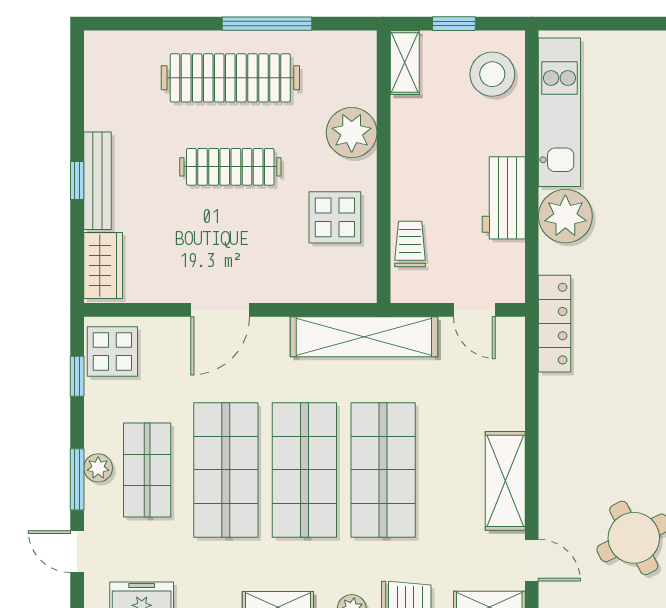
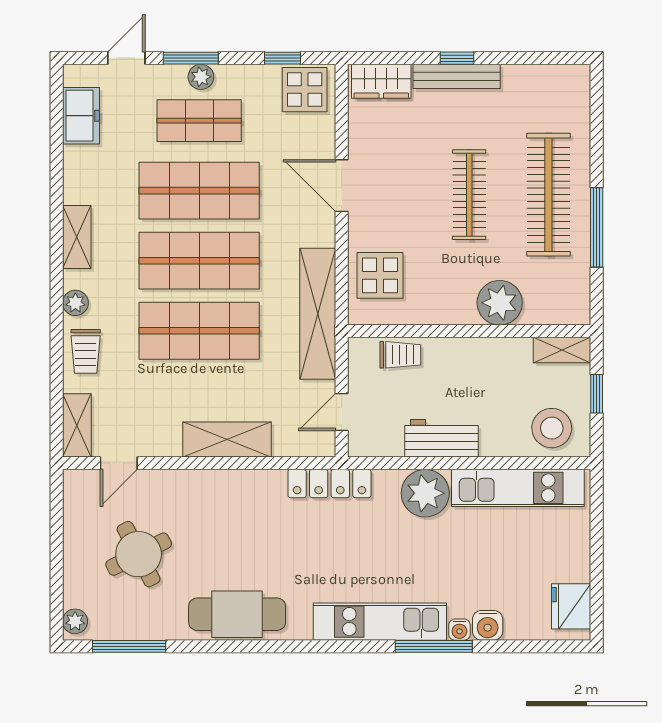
display table: (335, 217) -> (380, 275), moved
shelving: (505, 481) -> (227, 440), moved

